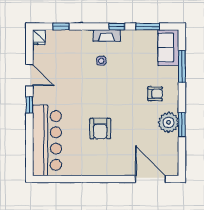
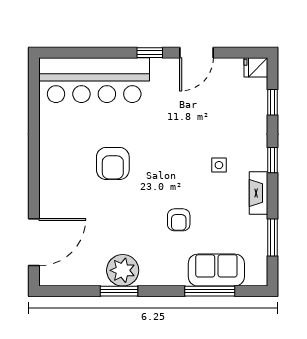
window: (117, 27) -> (272, 160), moved
fireplace: (107, 36) -> (258, 193), moved
sofa: (168, 48) -> (216, 270), moved
armchair: (155, 94) -> (179, 220), moved
armchair: (100, 129) -> (113, 163), turned -90

